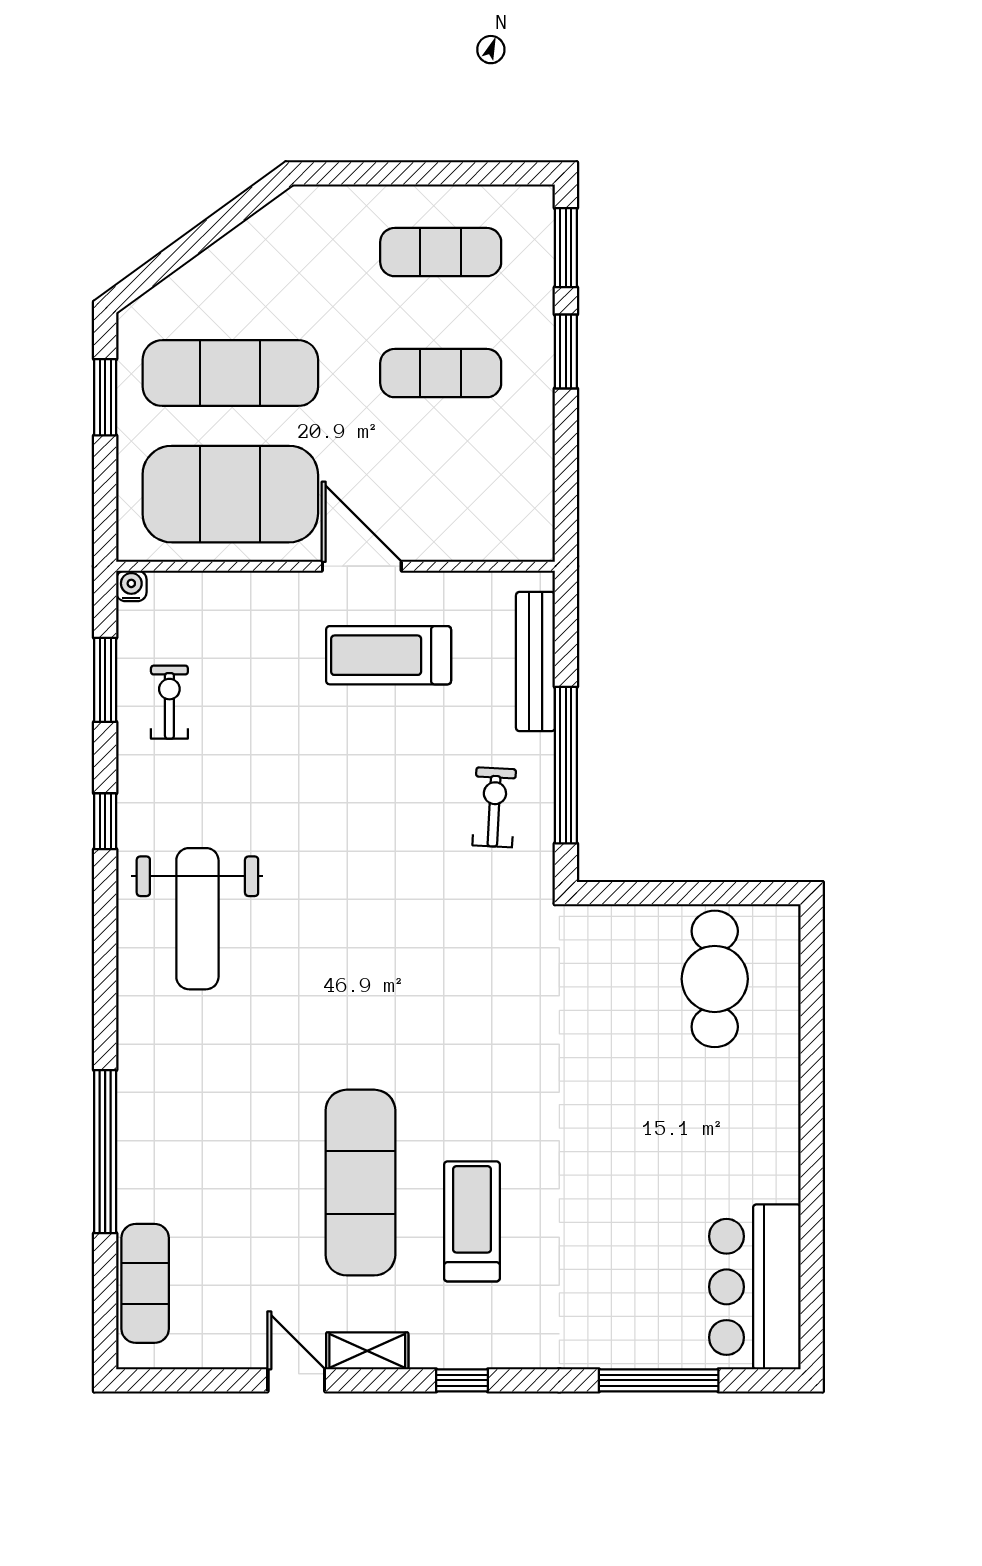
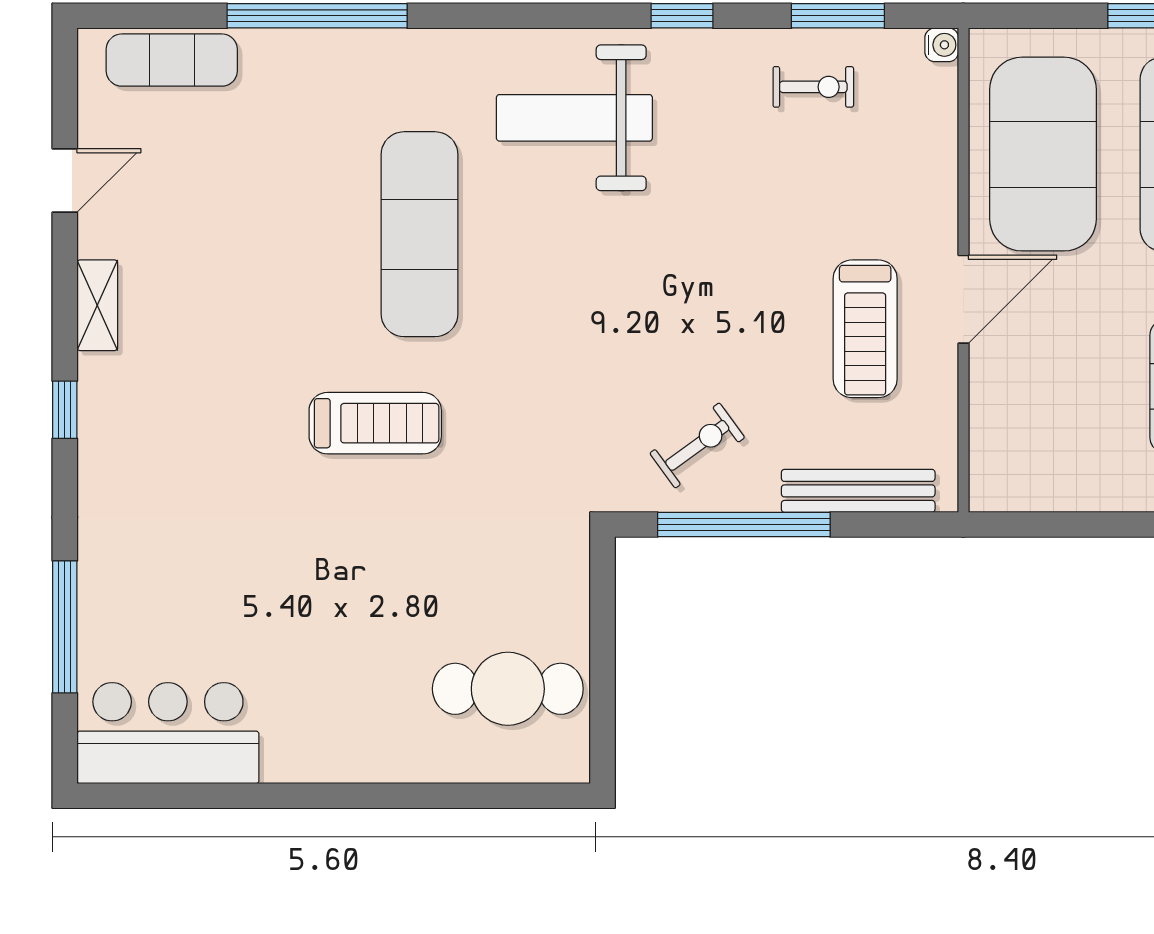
treadmill: (389, 655) -> (865, 329), turned 180
exercise bike: (494, 807) -> (697, 445), turned -39
exercise mat: (360, 1183) -> (419, 234), moved, turned 90
treadmill: (472, 1221) -> (375, 423), moved
door: (296, 1380) -> (65, 180), moved

